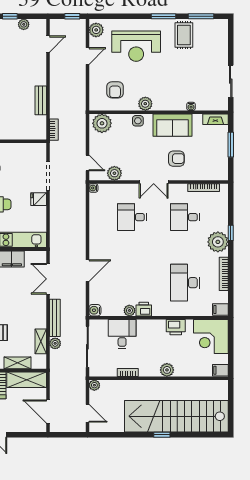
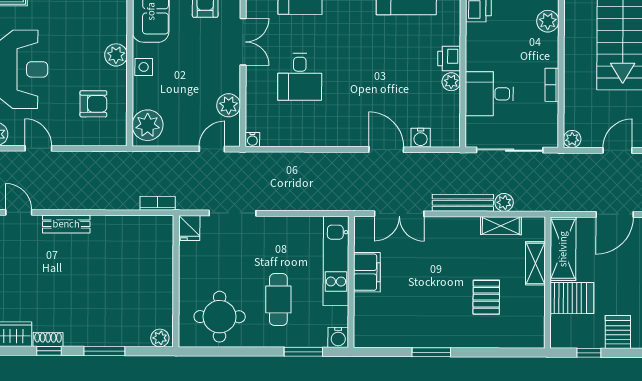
bench: (41, 100) -> (66, 224), moved
fridge: (39, 199) -> (189, 228), moved
water cooler: (95, 310) -> (421, 138), moved

